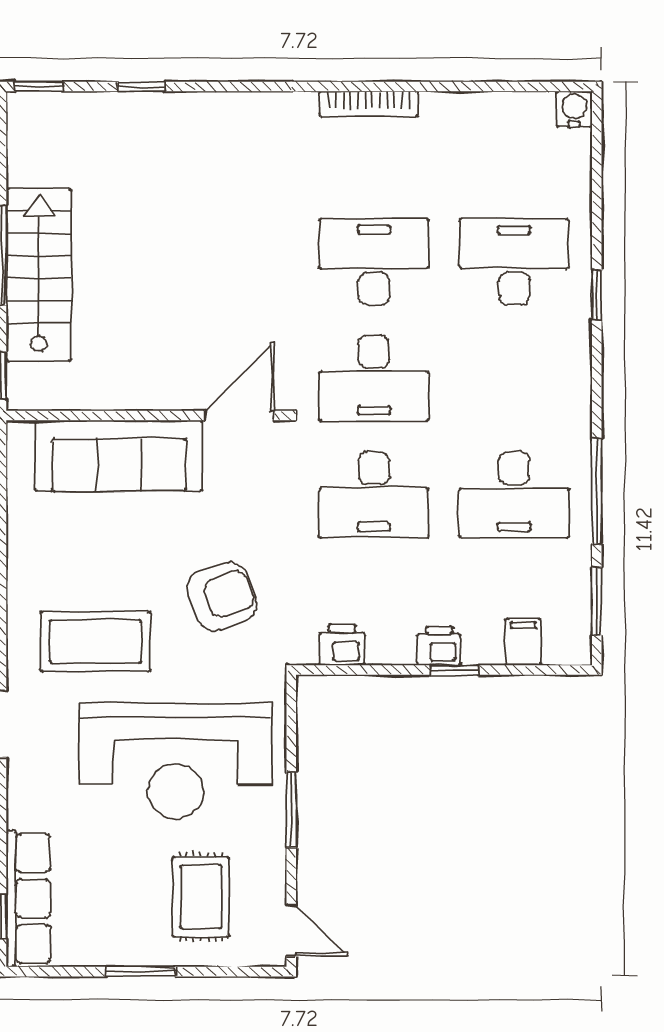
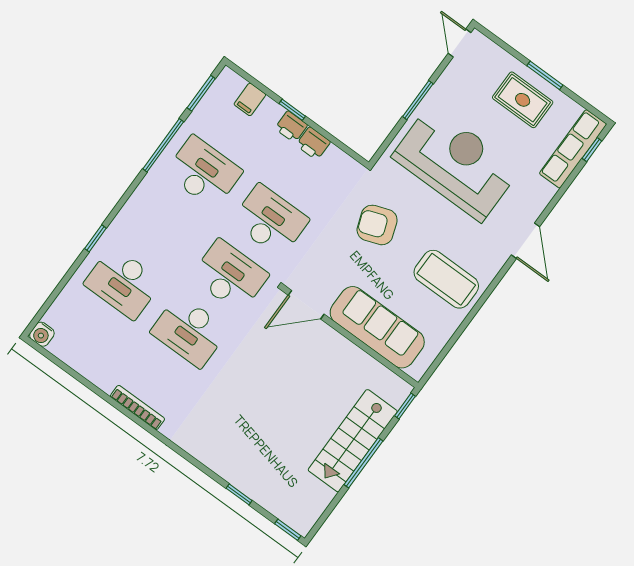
coffee table: (95, 641) -> (446, 279), moved
printer: (342, 645) -> (313, 143), moved
rug: (201, 897) -> (523, 100), moved, turned 90

